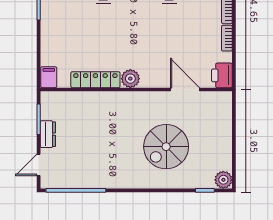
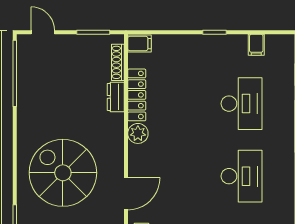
shoe rack: (66, 97) -> (118, 62), added
dresser: (48, 134) -> (116, 97), moved, turned 90
spiral stairs: (166, 147) -> (63, 173), width x1.37, depth x1.37

